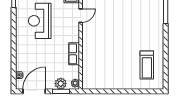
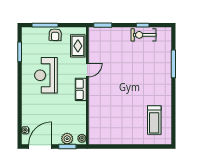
row of seats: (74, 54) -> (81, 89), moved

